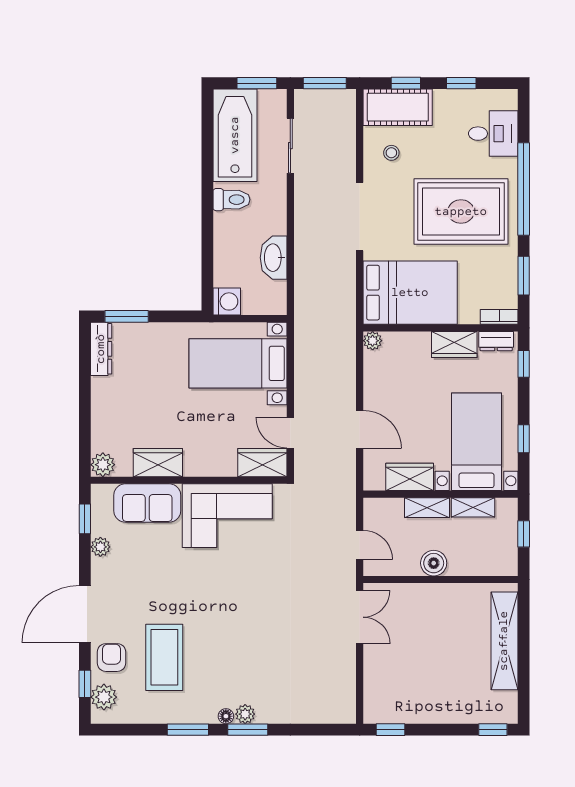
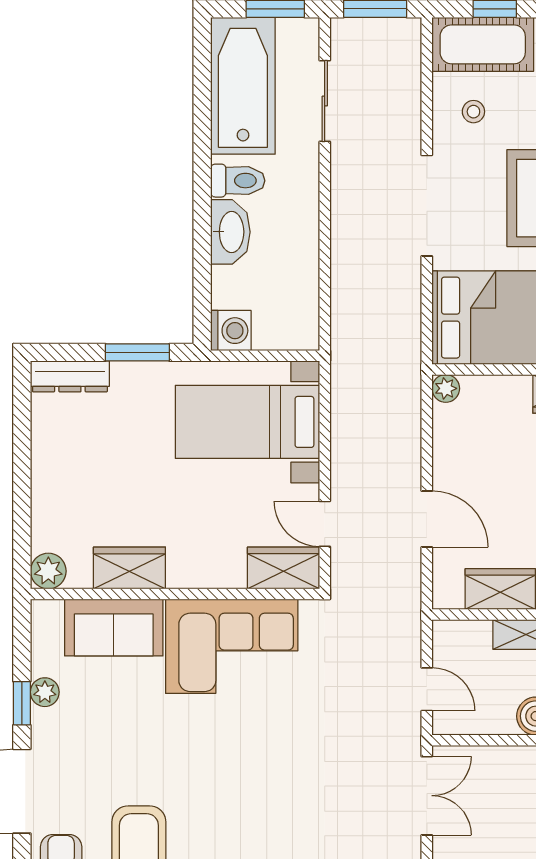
washbasin: (274, 258) -> (230, 232), moved, turned 180
window: (127, 316) -> (137, 352), moved
dresser: (101, 349) -> (70, 376), moved, turned 90
window: (85, 519) -> (22, 703), moved

